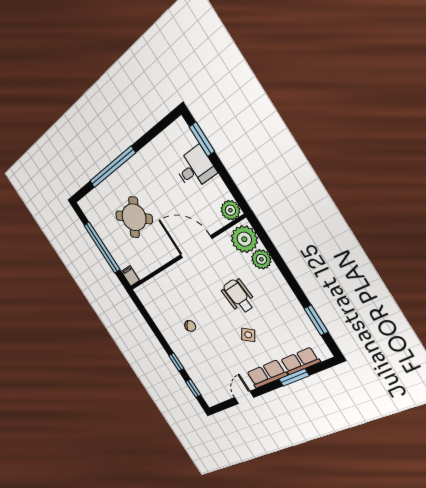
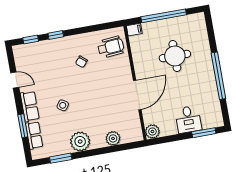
window: (112, 167) -> (218, 76), moved
round table: (134, 217) -> (175, 56), turned -36
plant: (244, 239) -> (80, 142), moved
wheelchair: (238, 296) -> (111, 47), moved

